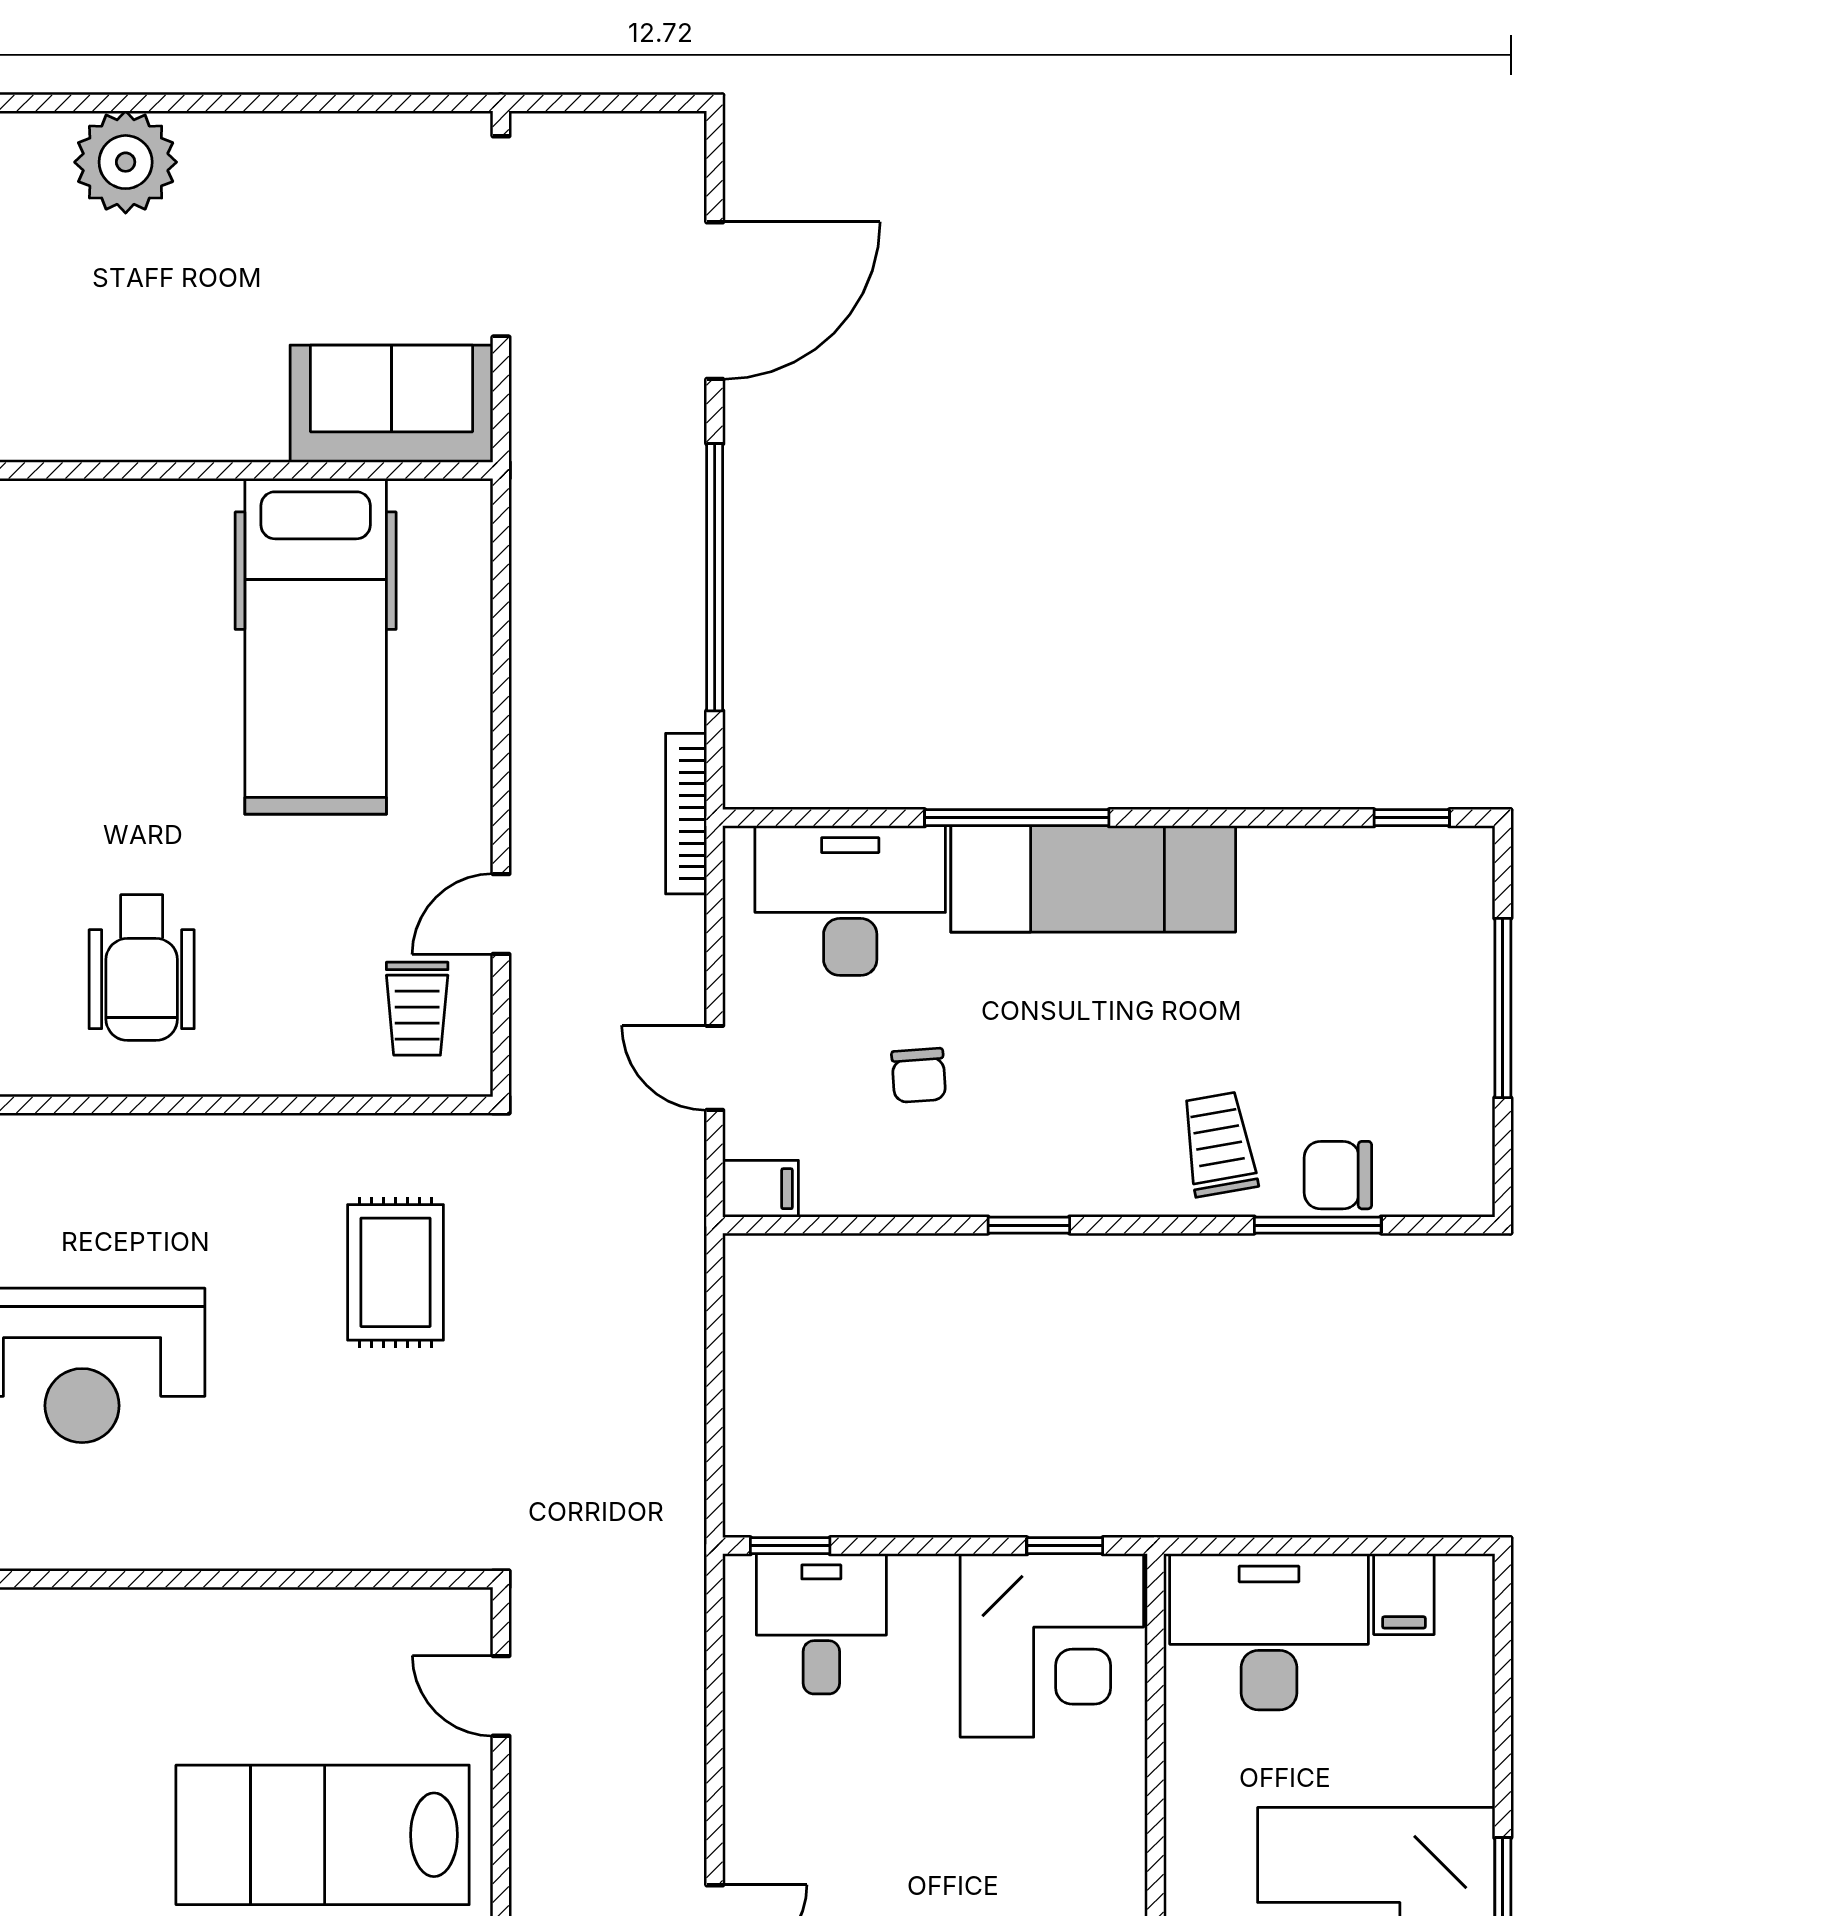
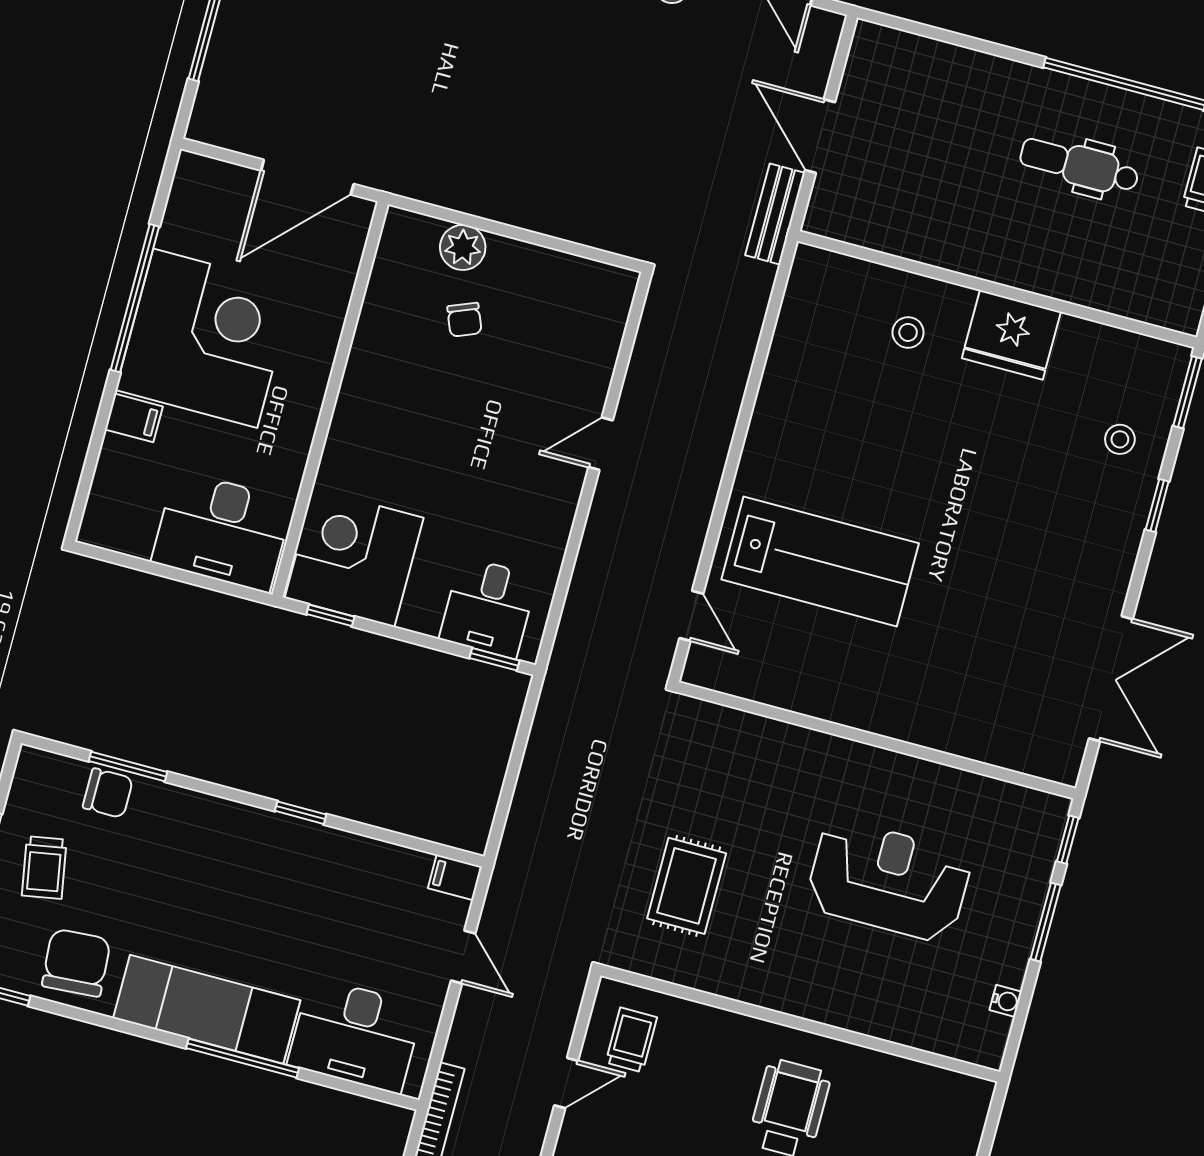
chair: (919, 1075) -> (76, 963), moved, width x1.87, depth x1.87
trolley: (1219, 1144) -> (44, 868), moved
filing cabinet: (1404, 1594) -> (134, 418), moved, turned 90

